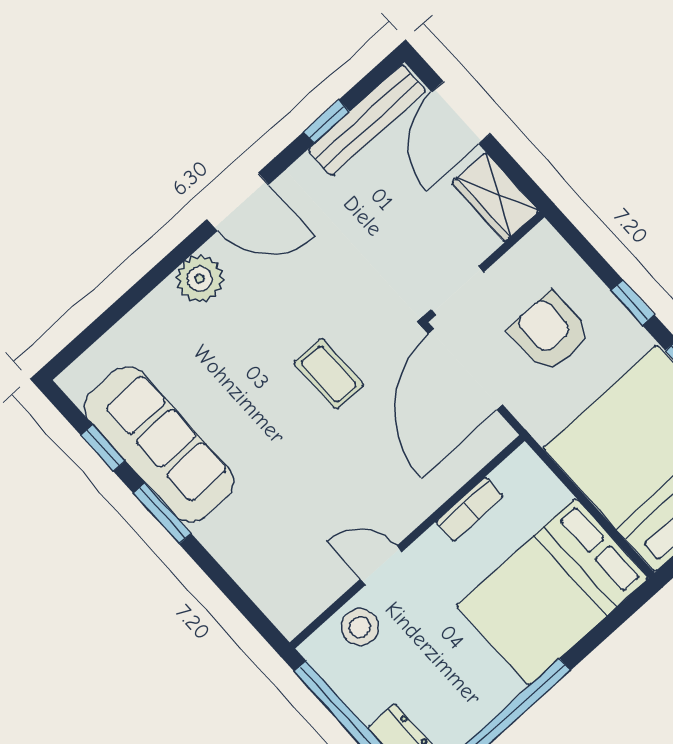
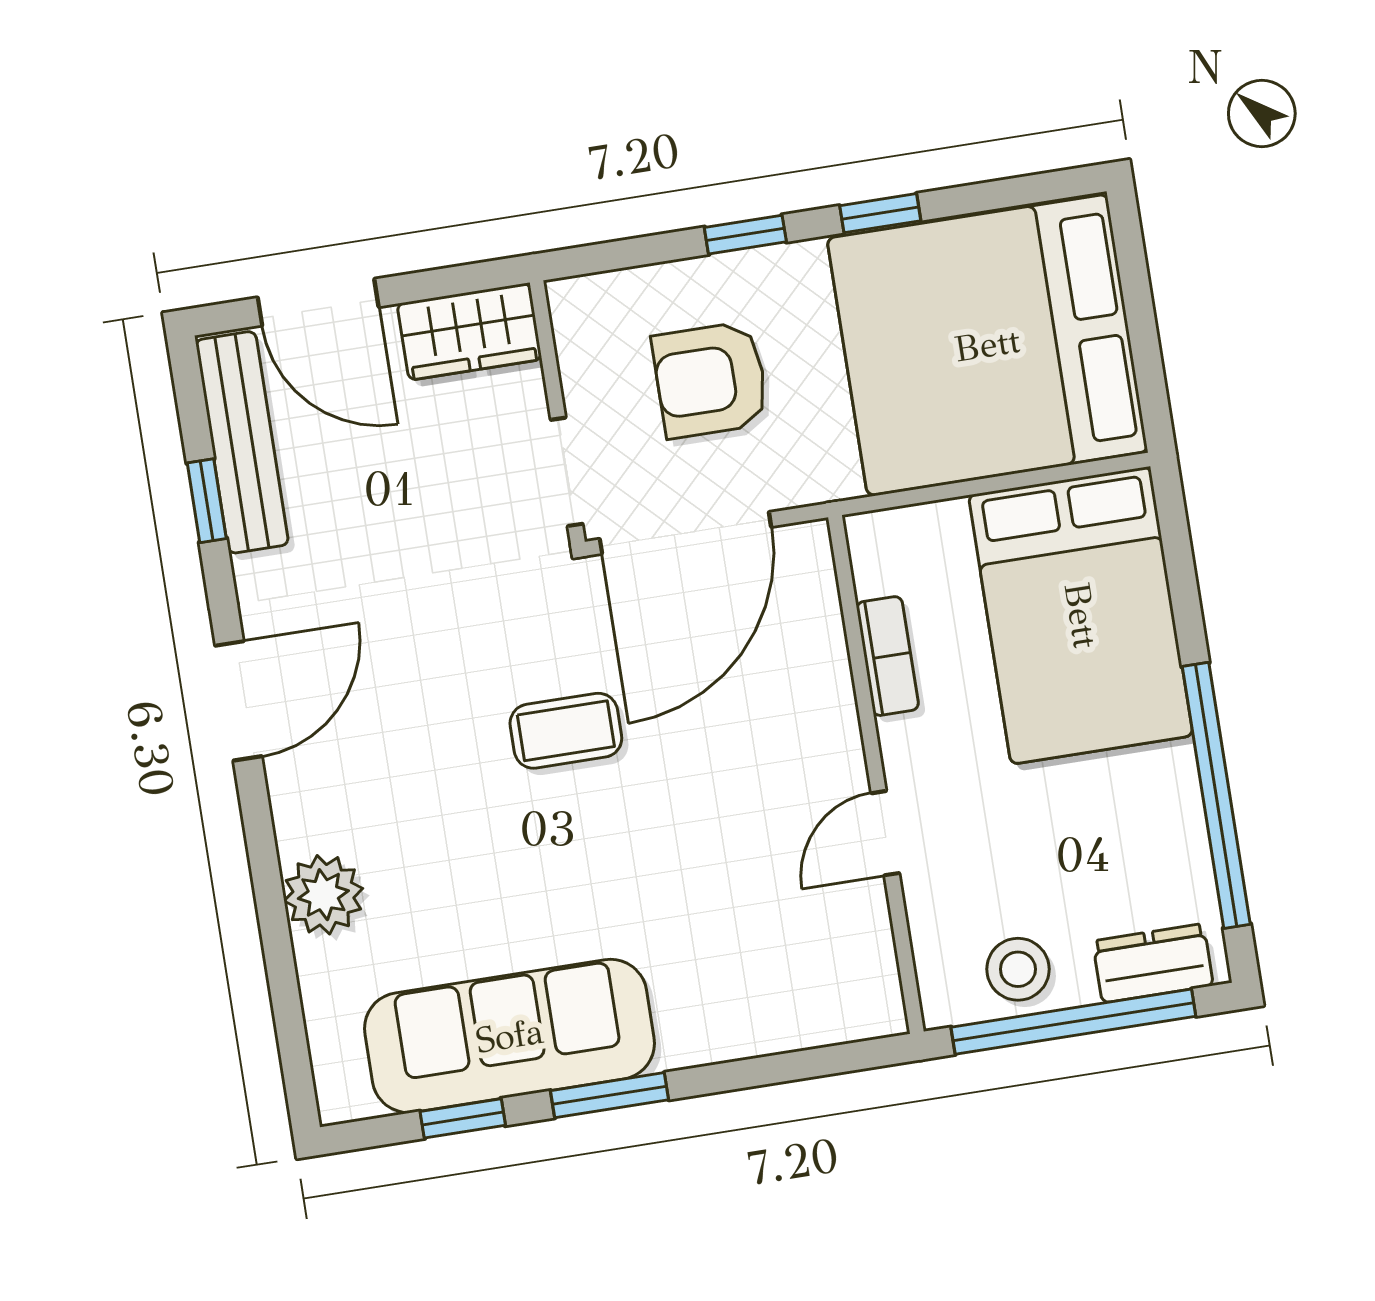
plant: (200, 279) -> (323, 895), moved
door: (465, 369) -> (685, 533), hinge flipped
stool: (360, 627) -> (1018, 969), moved

